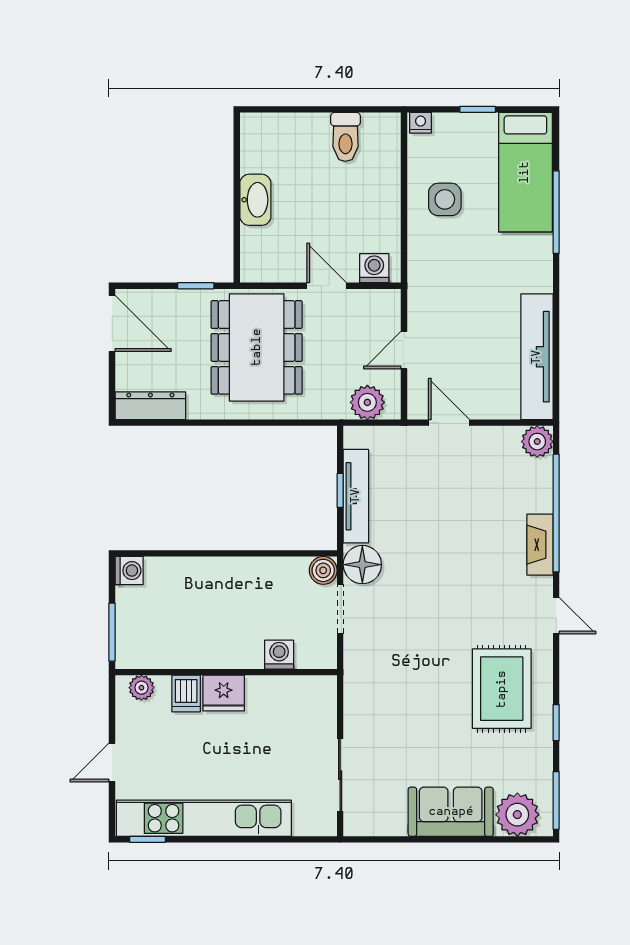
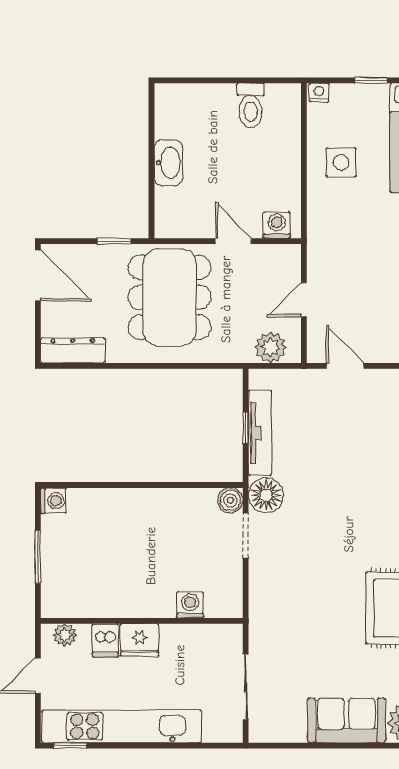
washing machine: (279, 655) -> (190, 605), moved
wall: (226, 672) -> (142, 621), moved
plant: (141, 688) -> (65, 635), moved
dishwasher: (186, 693) -> (105, 640), moved
fridge: (224, 693) -> (140, 640), moved

